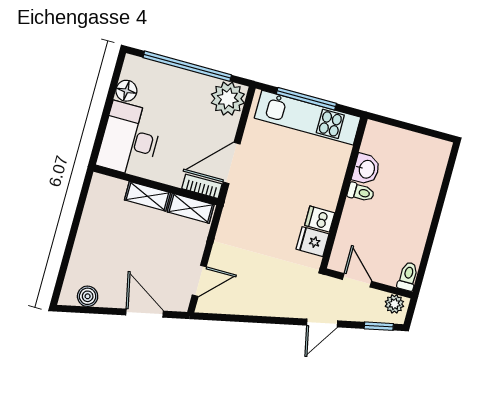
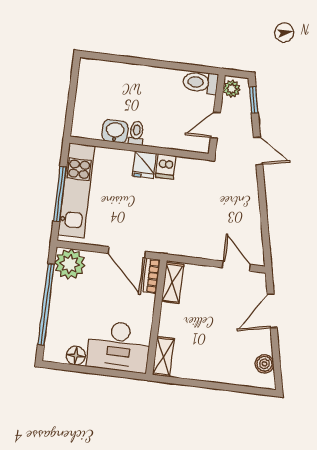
shelving: (147, 196) -> (163, 357), moved
fridge: (312, 242) -> (144, 165), moved
toilet: (408, 276) -> (200, 83), width x1.37, depth x1.39

